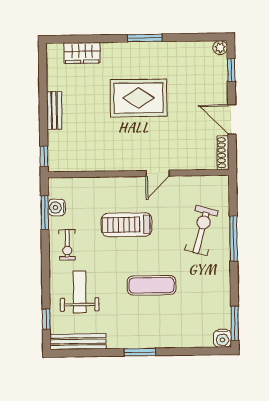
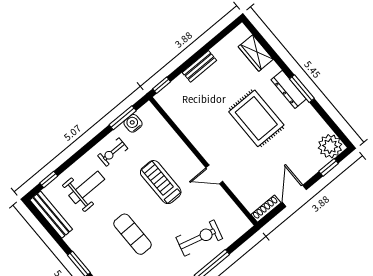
plant: (220, 48) -> (330, 146), width x1.87, depth x1.87
dresser: (136, 50) -> (289, 89), added

